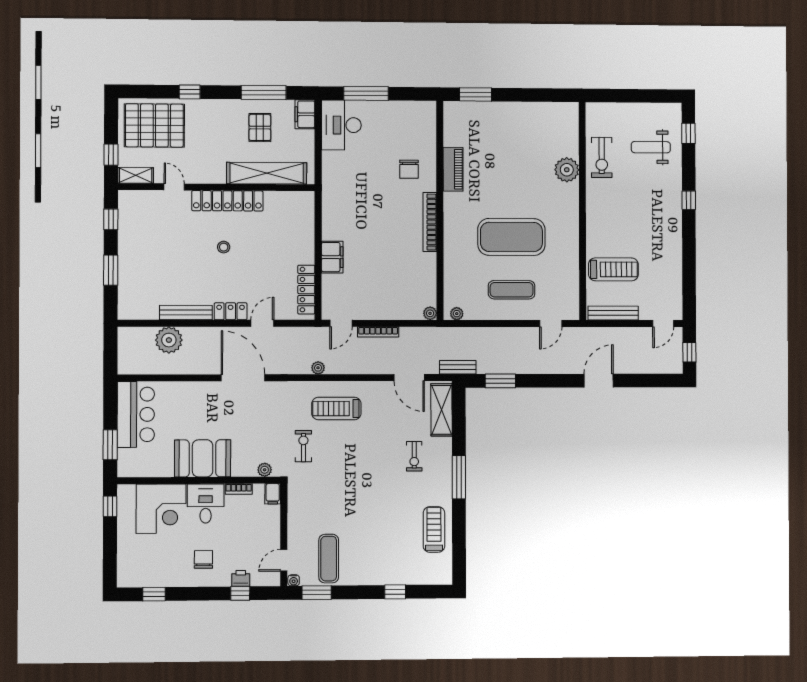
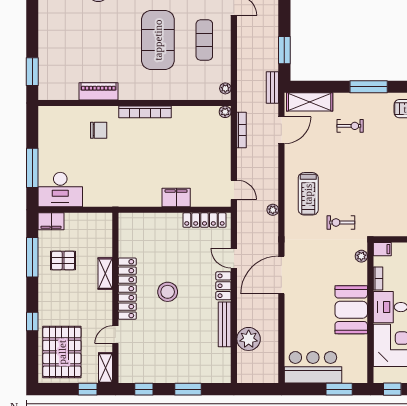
shelving: (267, 173) -> (105, 274), width x0.45, depth x0.75
stool: (224, 247) -> (168, 292), width x1.89, depth x1.89
bookcase: (378, 332) -> (241, 130), moved

